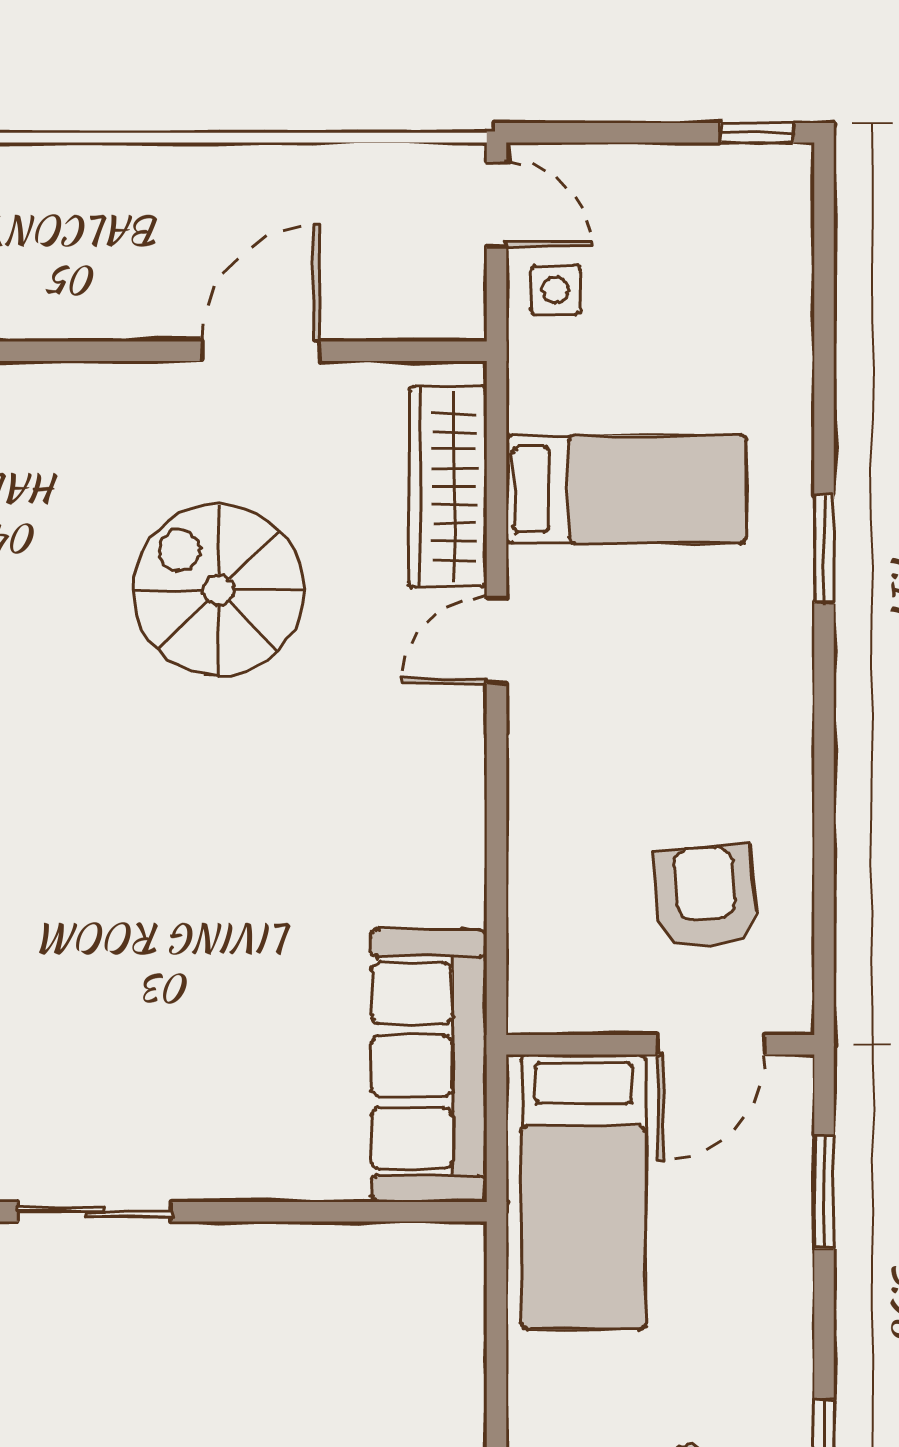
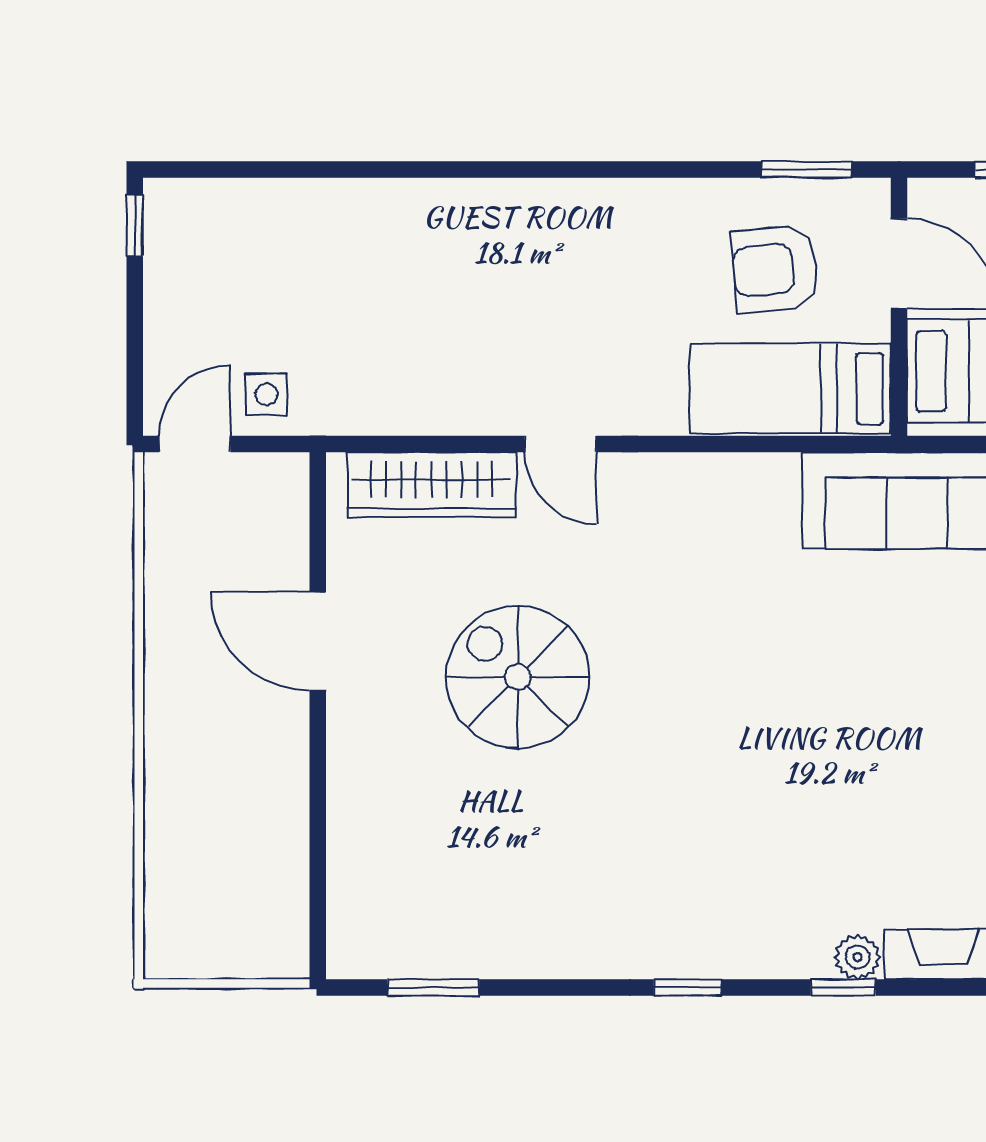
bed: (626, 489) -> (791, 389), moved, turned -90
window: (824, 549) -> (806, 169), moved
spiral stairs: (219, 590) -> (518, 677), turned 90

